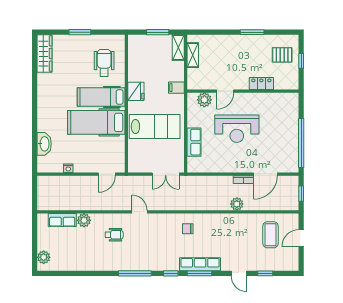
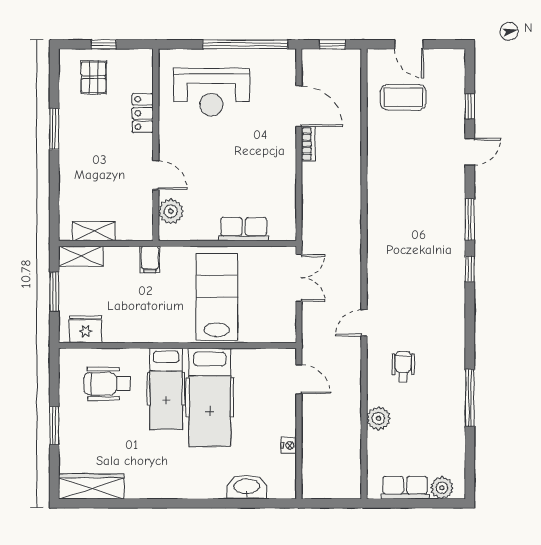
fridge: (136, 91) -> (85, 329), moved
reception desk: (237, 129) -> (211, 92), moved, turned 90
plant: (237, 204) -> (350, 155), removed
row of seats: (62, 220) -> (405, 488), moved, turned -90
chair: (188, 229) -> (393, 240), removed
row of seats: (200, 264) -> (454, 219), removed
window: (135, 273) -> (470, 398), moved

